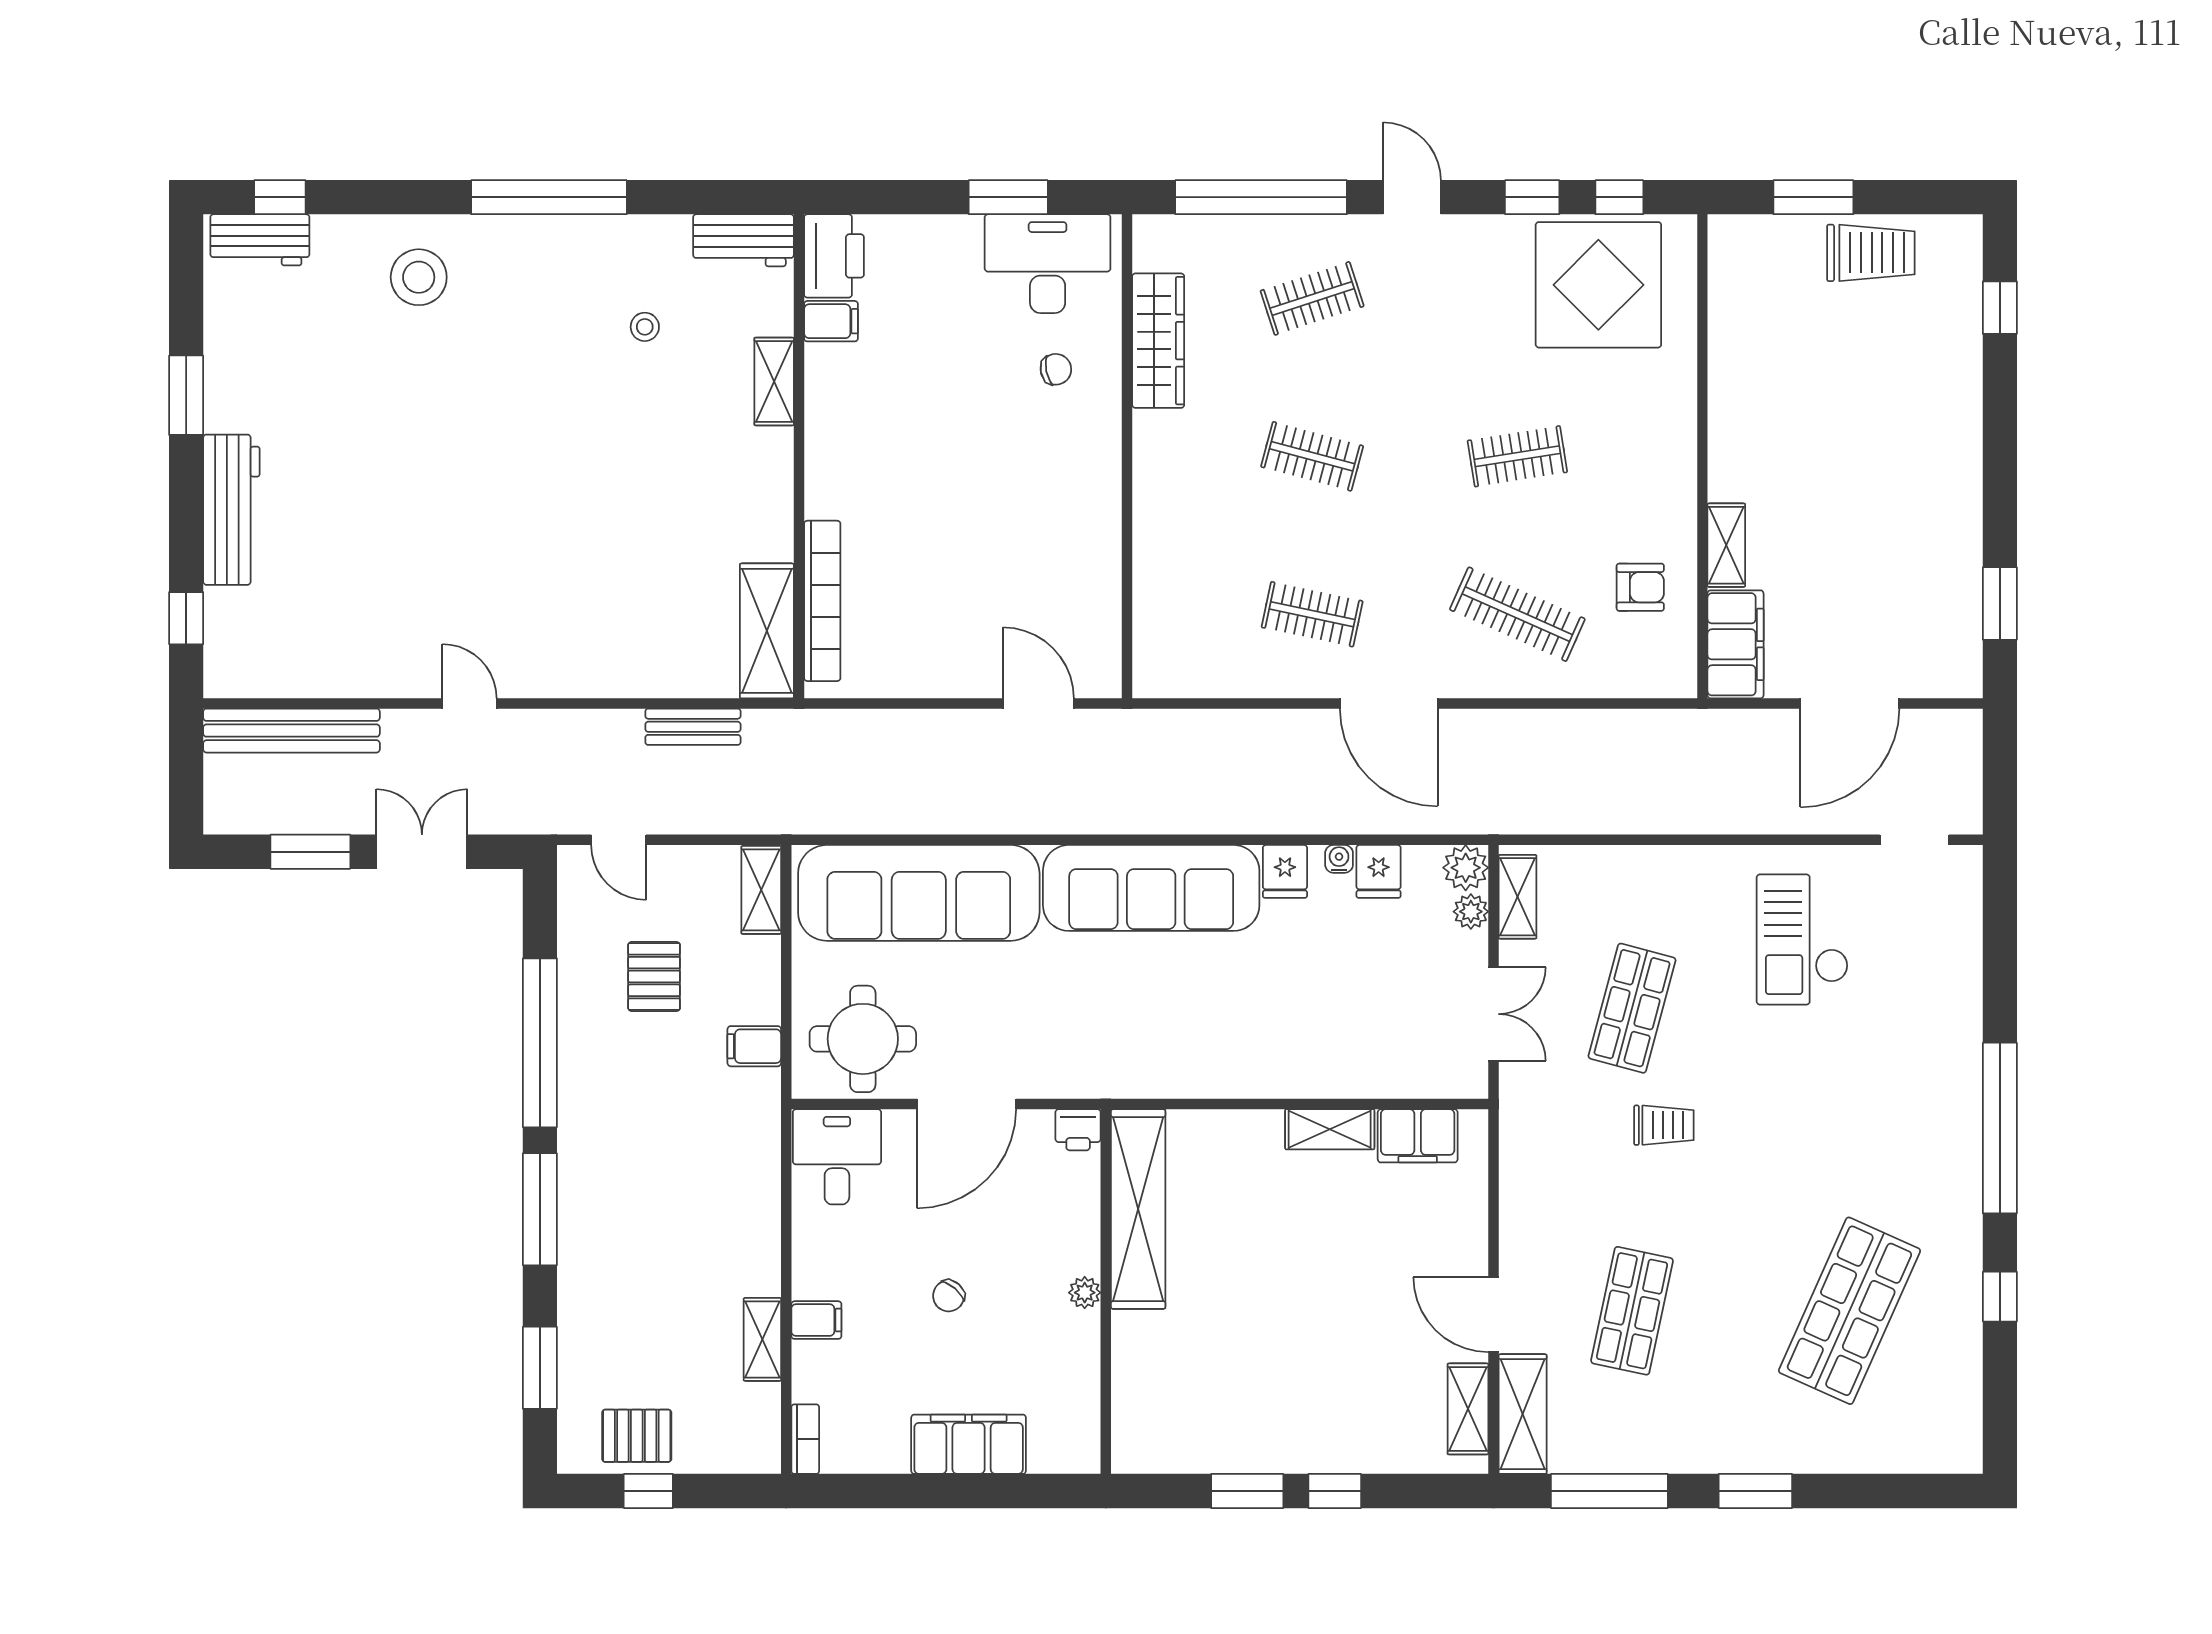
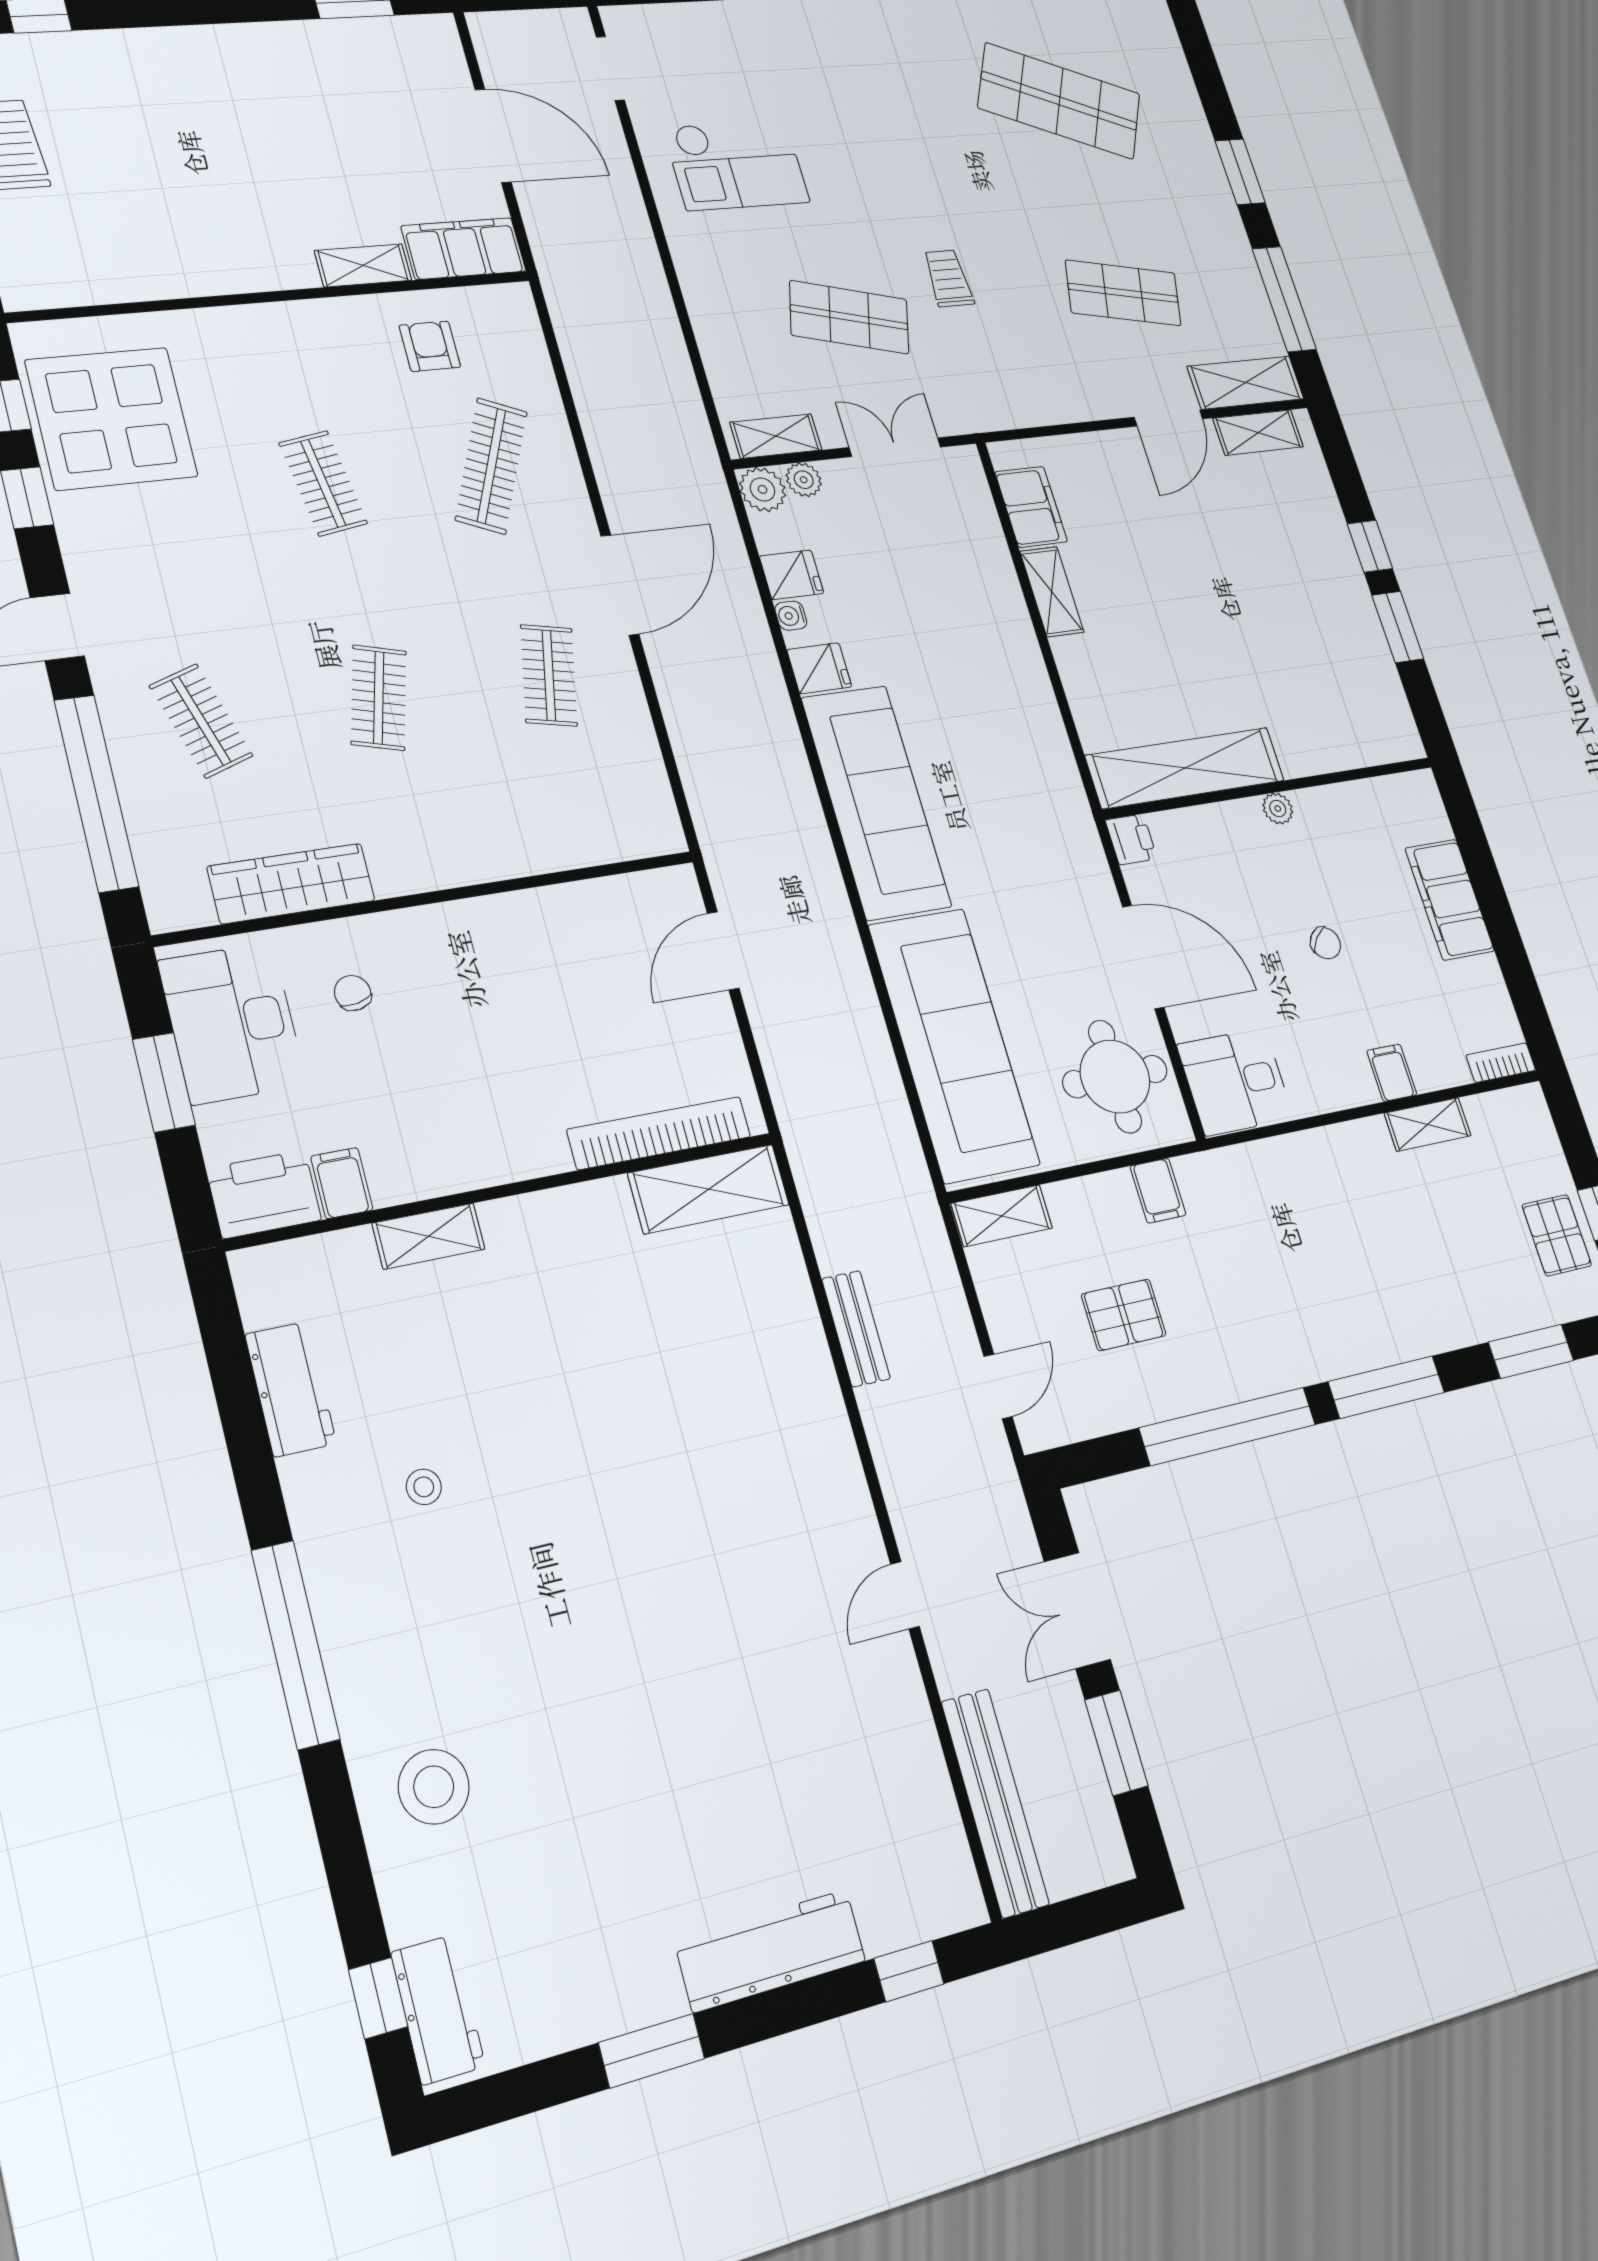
printer: (834, 256) -> (264, 1194), moved
filing cabinet: (831, 321) -> (342, 1183), moved
shelving: (774, 381) -> (429, 1236), moved
wall: (799, 456) -> (506, 1190), moved
bookcase: (822, 601) -> (659, 1133), moved
shelving: (767, 631) -> (709, 1189), moved

